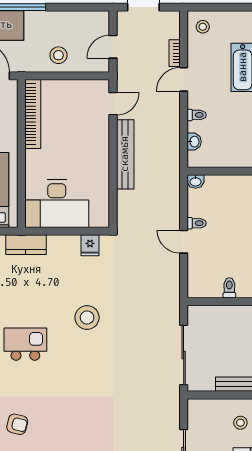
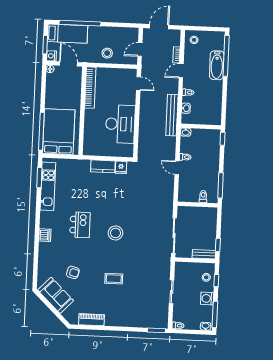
door: (113, 104) -> (138, 83), hinge flipped
bench: (125, 154) -> (172, 115), moved
desk: (57, 204) -> (120, 124), moved, turned -90
kitchen counter: (26, 245) -> (103, 166), moved
stool: (87, 317) -> (116, 233), moved
kitchen island: (25, 344) -> (80, 225), turned 90
coffee table: (86, 432) -> (114, 279), added

